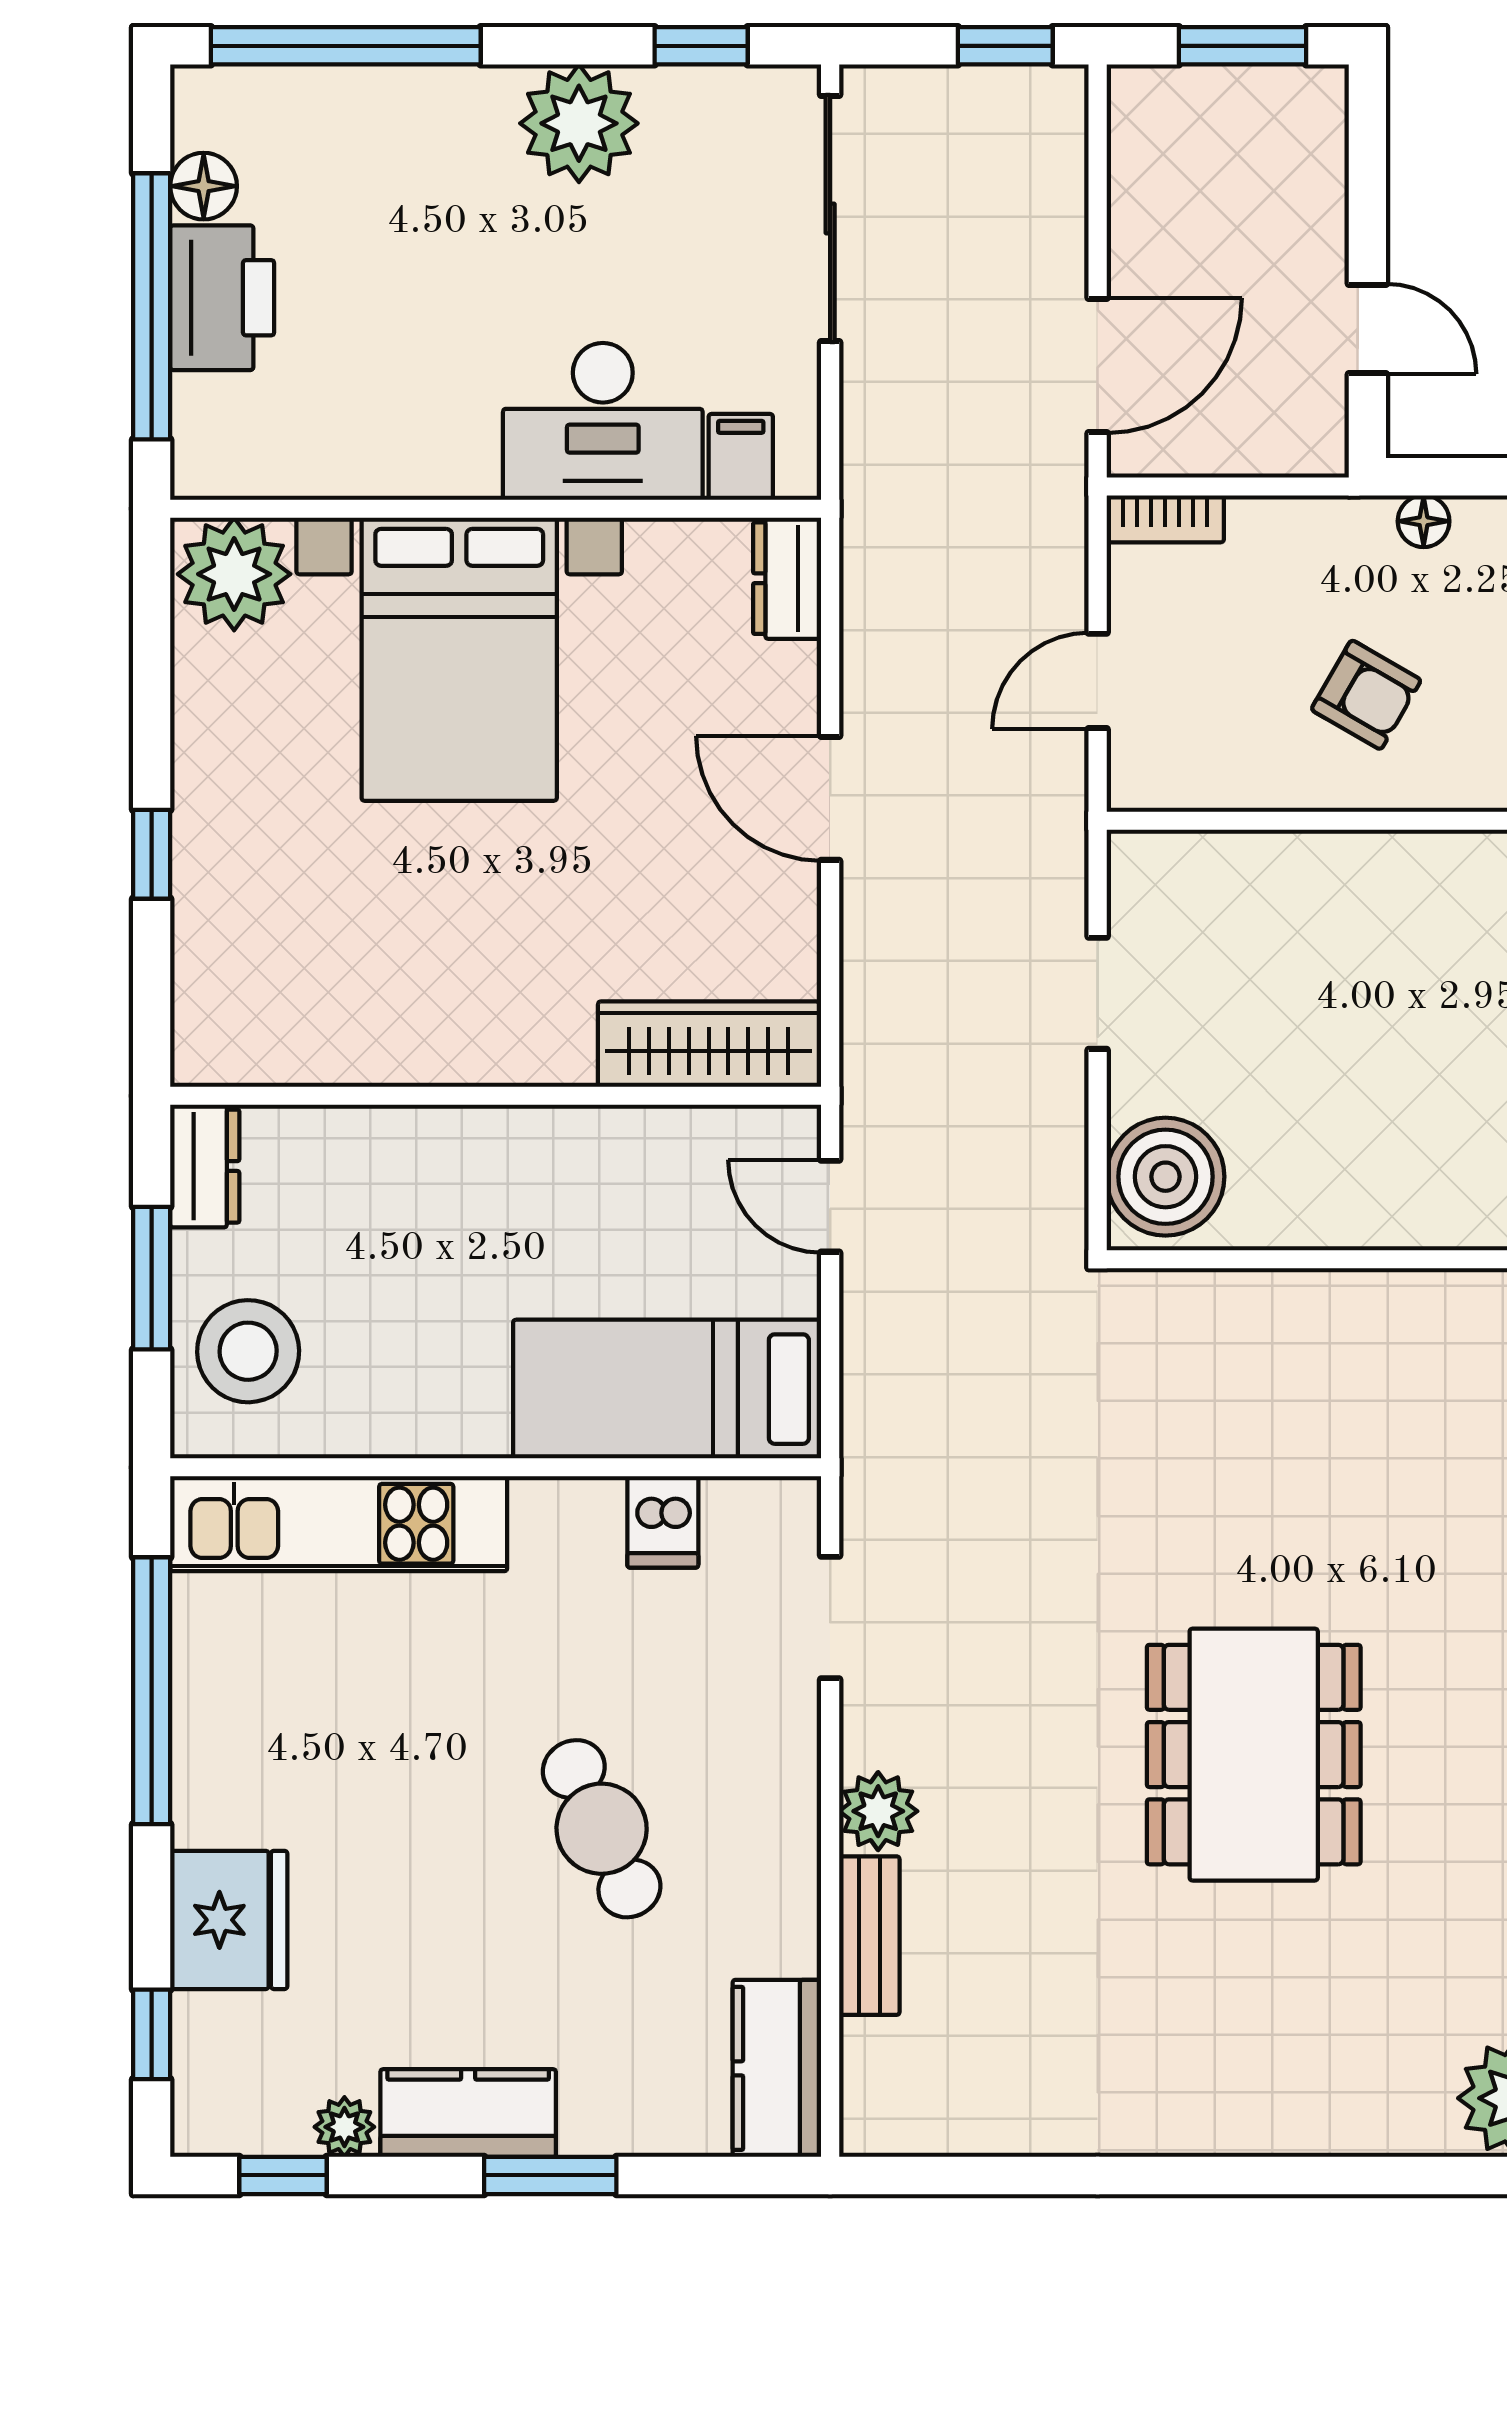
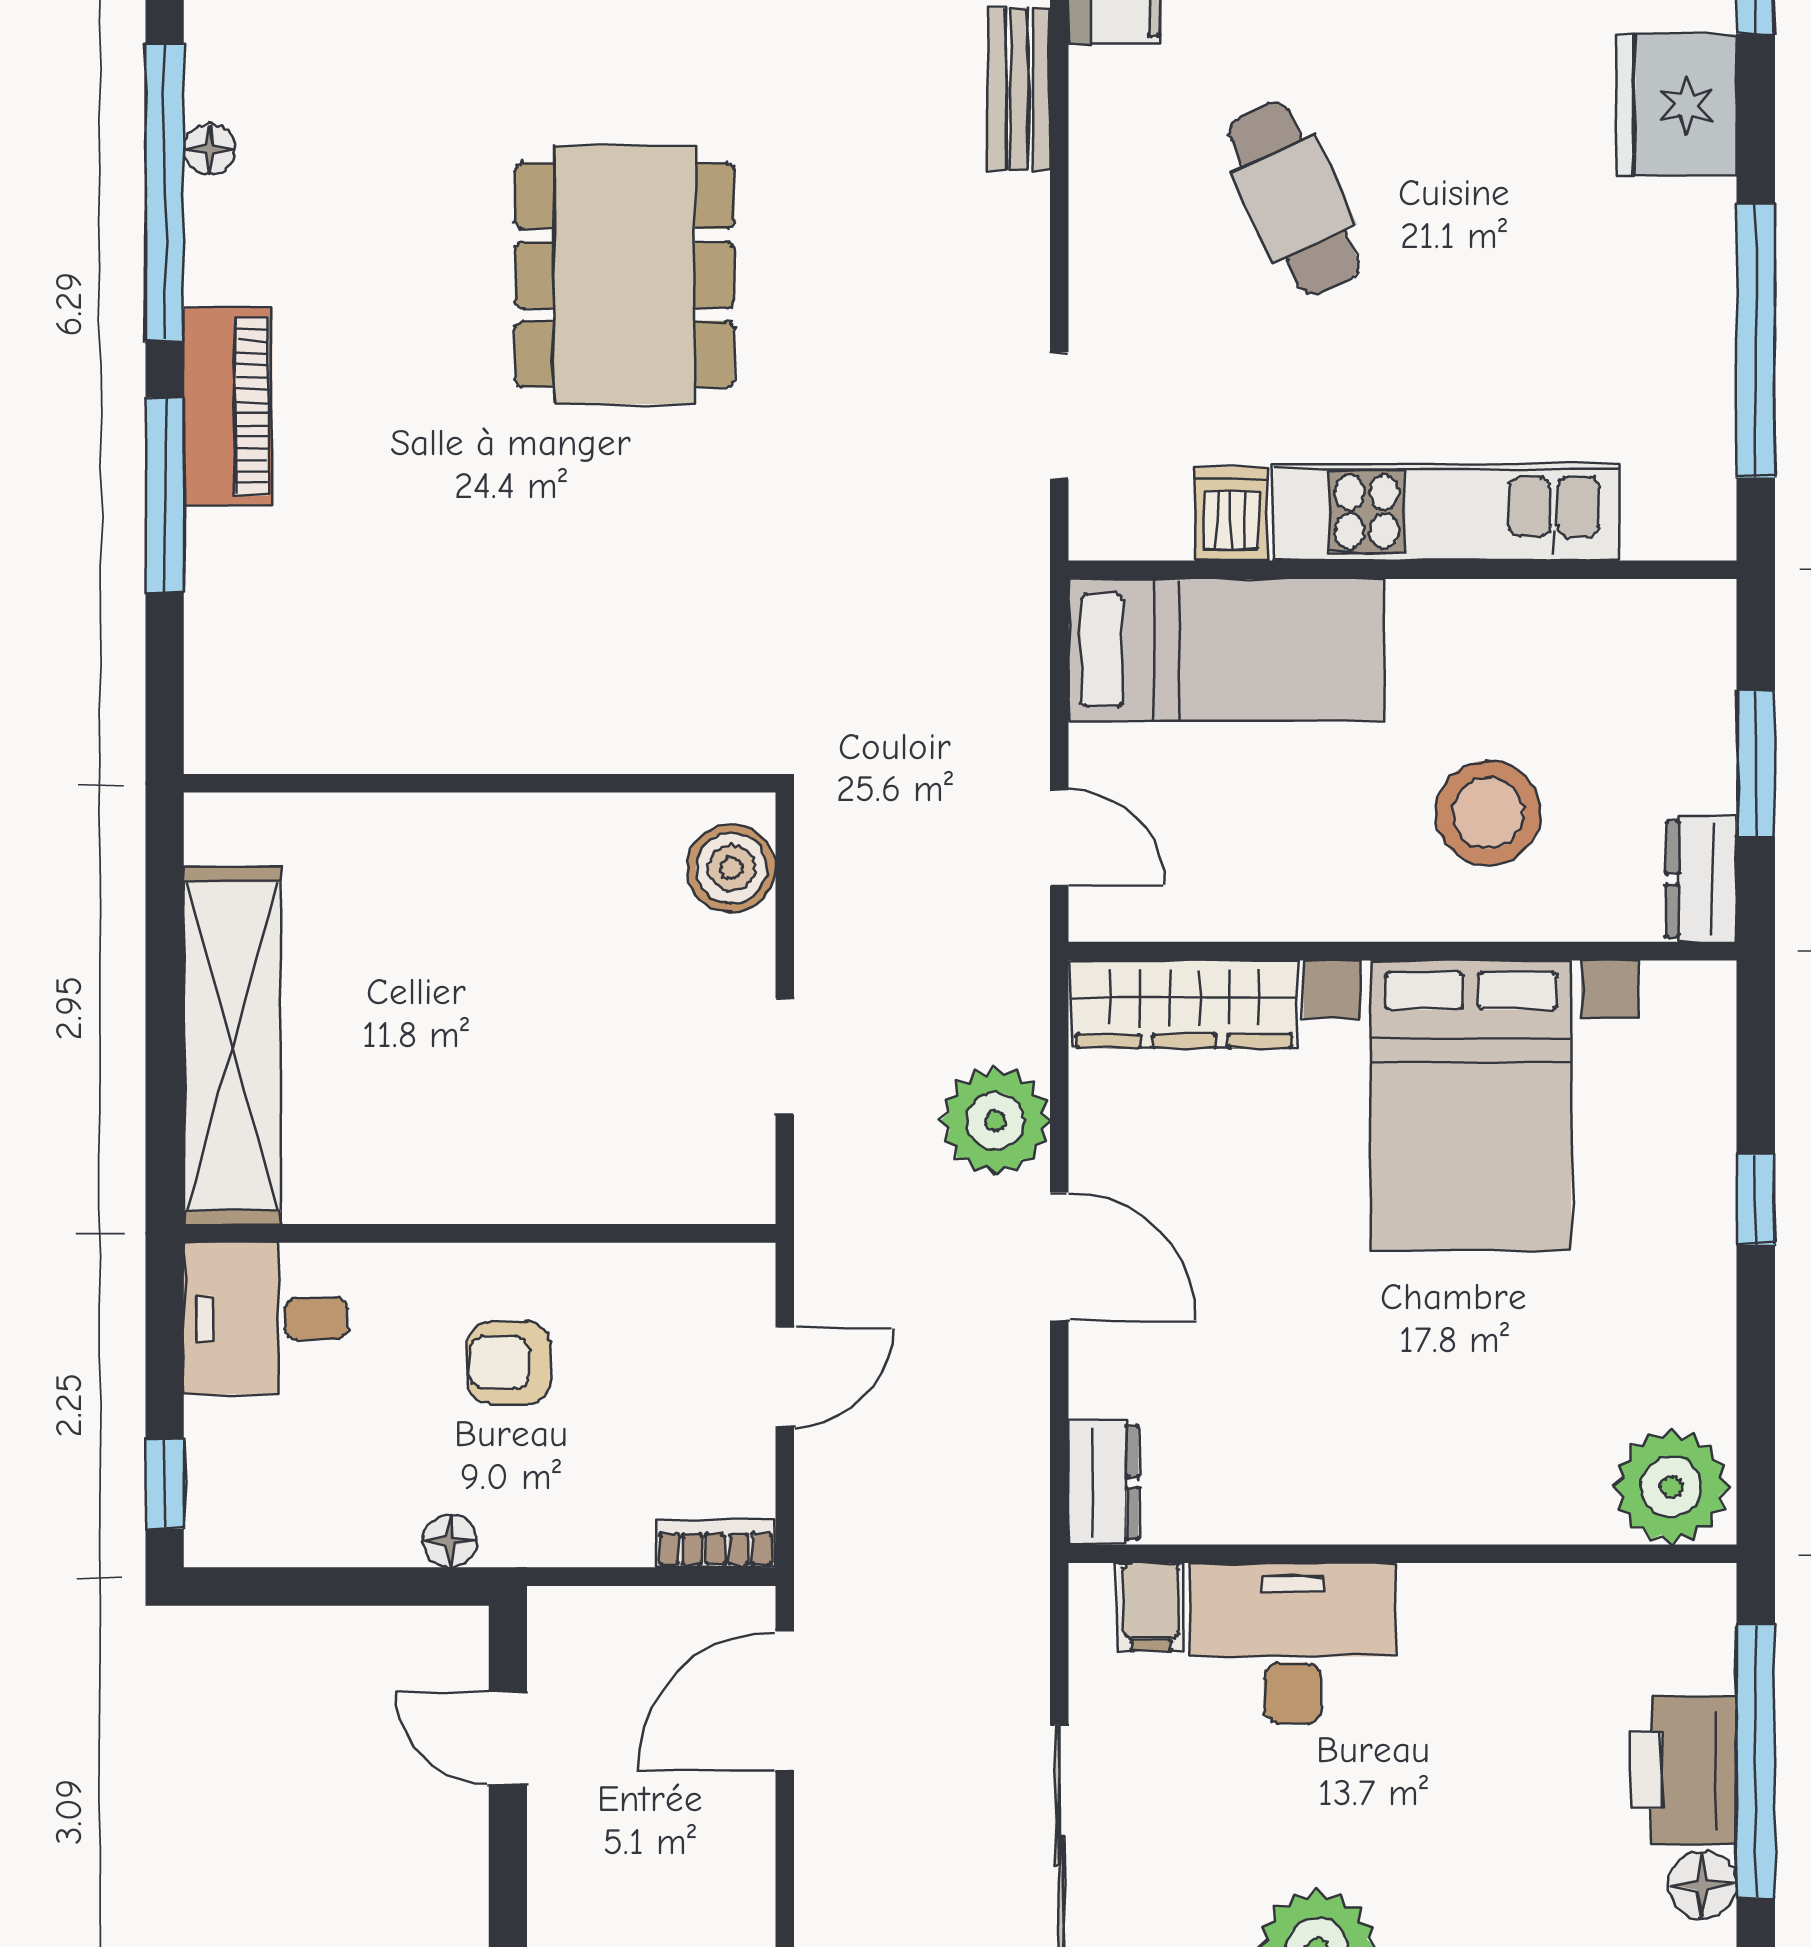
bed with nightstands: (459, 659) -> (1471, 1106), moved, turned 180
armchair: (1366, 695) -> (509, 1363), turned -30
boiler: (1165, 1177) -> (731, 868), width x0.73, depth x0.73
stool: (248, 1351) -> (1488, 813), moved
kitchen unit: (339, 1524) -> (1447, 512), moved
plant: (878, 1811) -> (995, 1121), moved, width x1.36, depth x1.36

